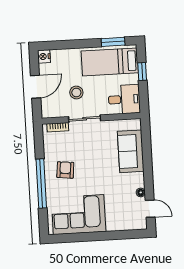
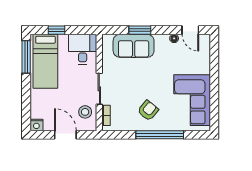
window: (113, 42) -> (26, 57), width x1.44
stool: (76, 93) -> (85, 112), moved
window: (147, 157) -> (140, 30), added
armchair: (65, 170) -> (148, 110), turned 123
door: (150, 209) -> (190, 30), swing flipped

